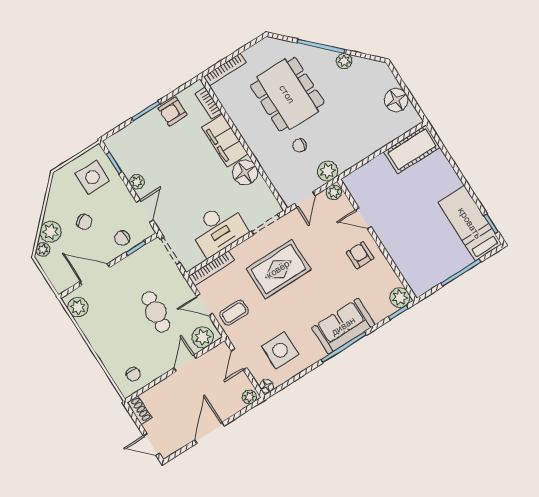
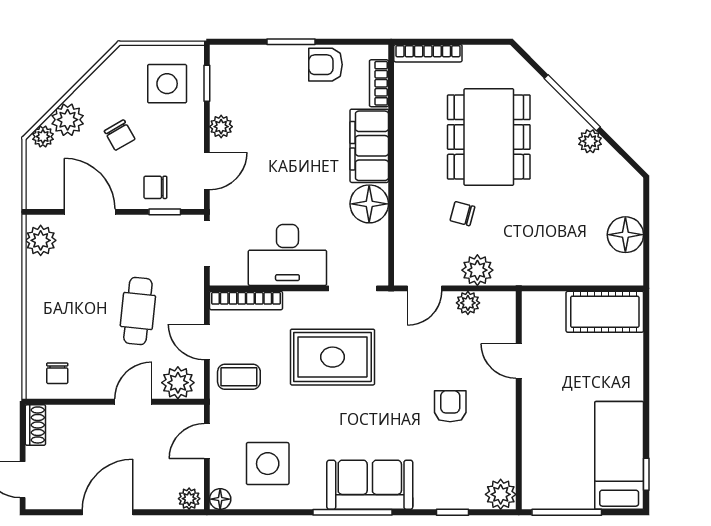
door: (363, 218) -> (519, 361), moved
wall: (377, 240) -> (519, 400), moved
plant: (400, 298) -> (501, 494), moved

